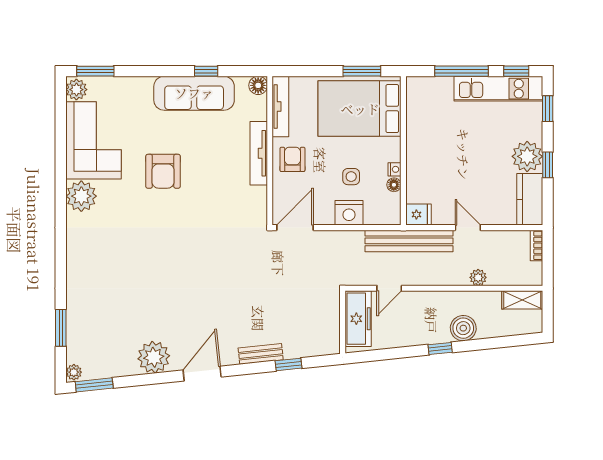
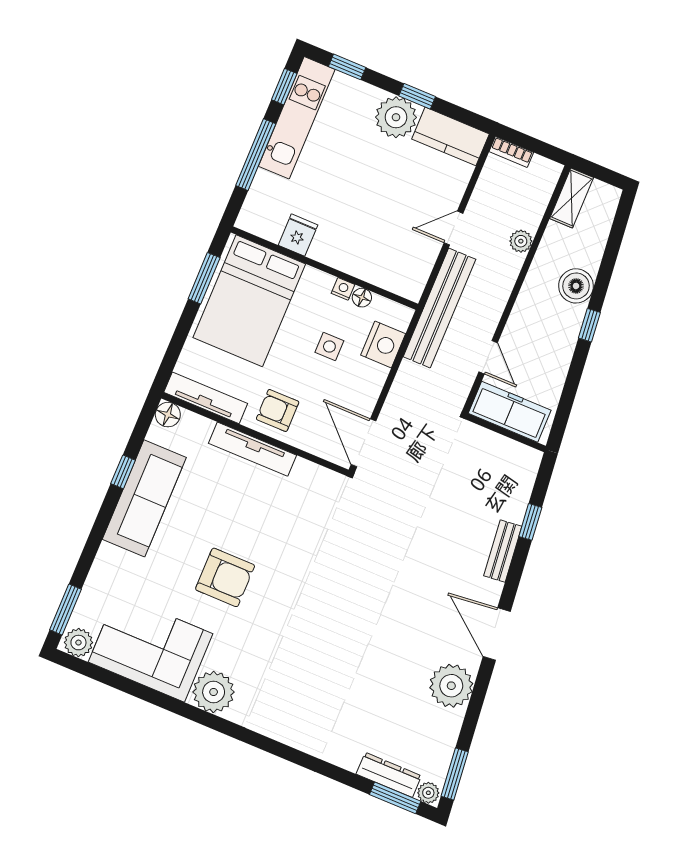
nightstand: (349, 213) -> (383, 344), moved
fridge: (419, 215) -> (298, 235), moved
window: (61, 328) -> (395, 798), moved
dresser: (75, 340) -> (389, 775), added

